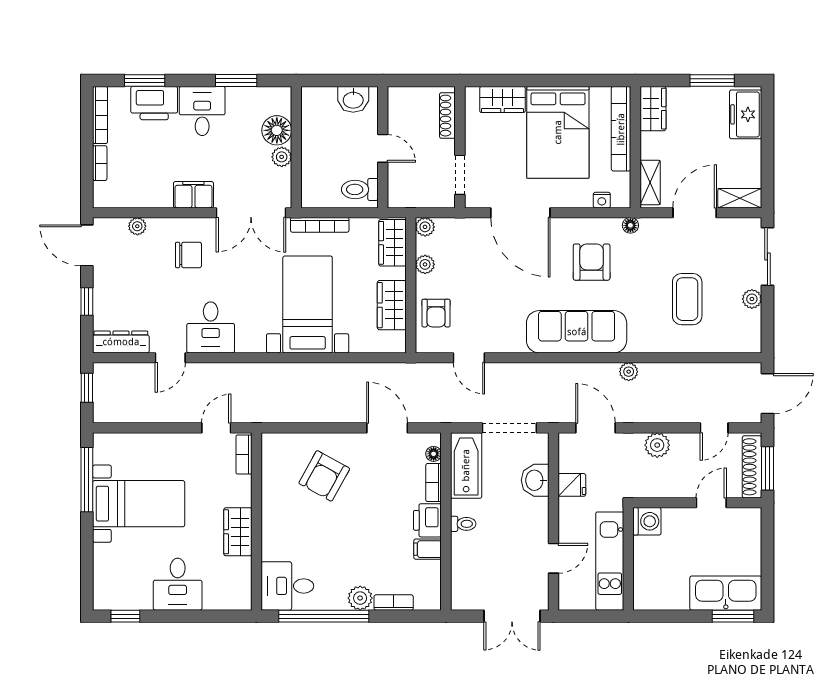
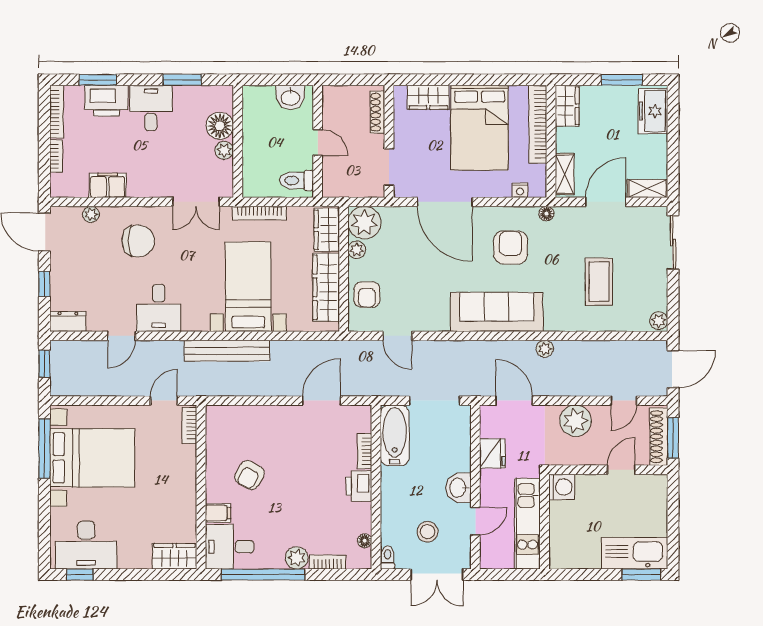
filing cabinet: (193, 195) -> (108, 185), moved
double door: (251, 213) -> (196, 202), width x0.73
plant: (425, 227) -> (364, 223), width x1.88, depth x1.88
chair: (188, 255) -> (138, 241), width x1.37, depth x1.37
plant: (752, 299) -> (659, 321), moved
wardrobe: (392, 305) -> (326, 287), width x1.50
dresser: (121, 342) -> (68, 321), width x0.70
bench: (285, 374) -> (227, 351), added
door: (387, 428) -> (322, 401), hinge flipped
plant: (657, 445) -> (575, 421), width x1.36, depth x1.36
floor lamp: (434, 454) -> (365, 541), moved
armchair: (324, 476) -> (250, 475), moved, width x0.72, depth x0.72
washbasin: (535, 480) -> (458, 488), moved
fridge: (572, 485) -> (492, 453), width x1.38
bed with nightstands: (139, 504) -> (92, 458), width x1.36
toilet: (463, 524) -> (387, 557), moved, turned -90
wardrobe: (238, 532) -> (174, 556), moved, turned 90
filing cabinet: (428, 549) -> (218, 513), moved, turned 180
stool: (502, 570) -> (427, 532), added
desk: (178, 584) -> (86, 545), moved, width x1.37

